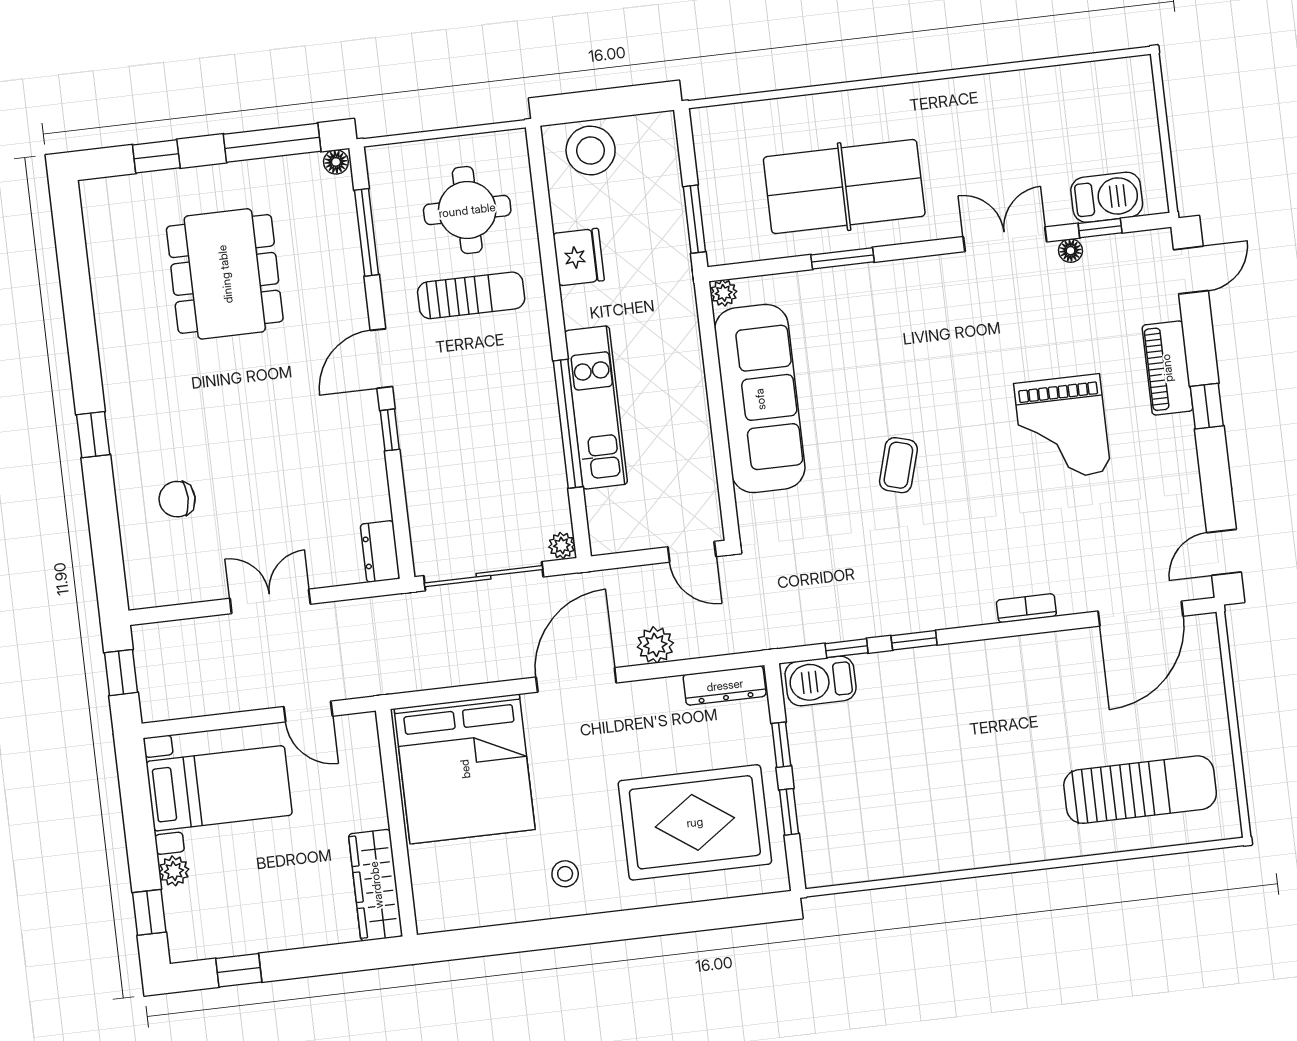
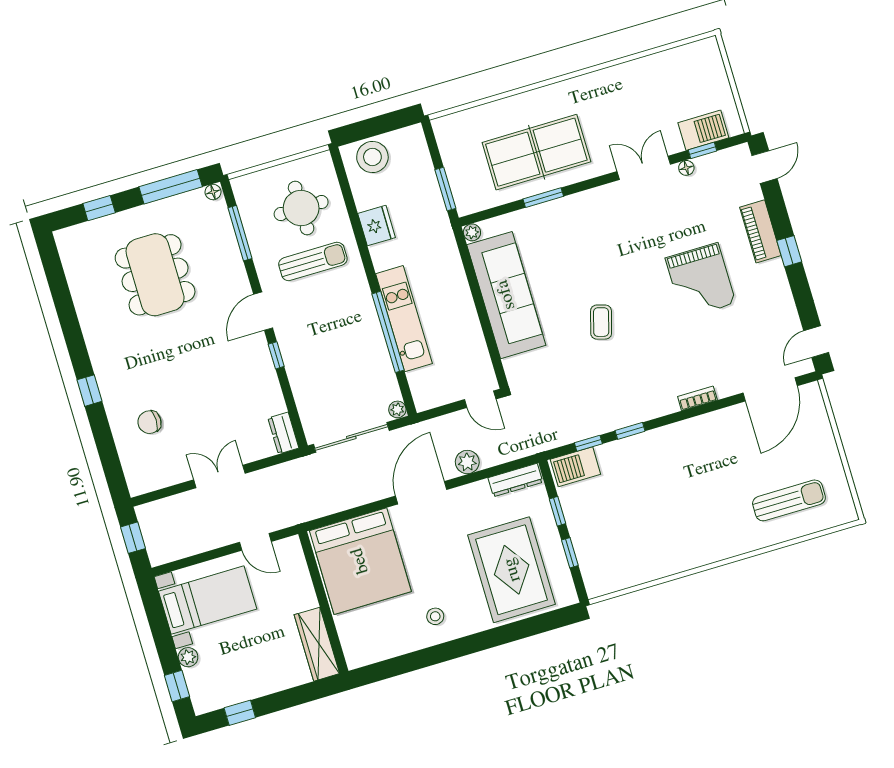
sun lounger: (1140, 790) -> (789, 500), width x0.73, depth x0.75
rug: (695, 822) -> (512, 570), turned 90

